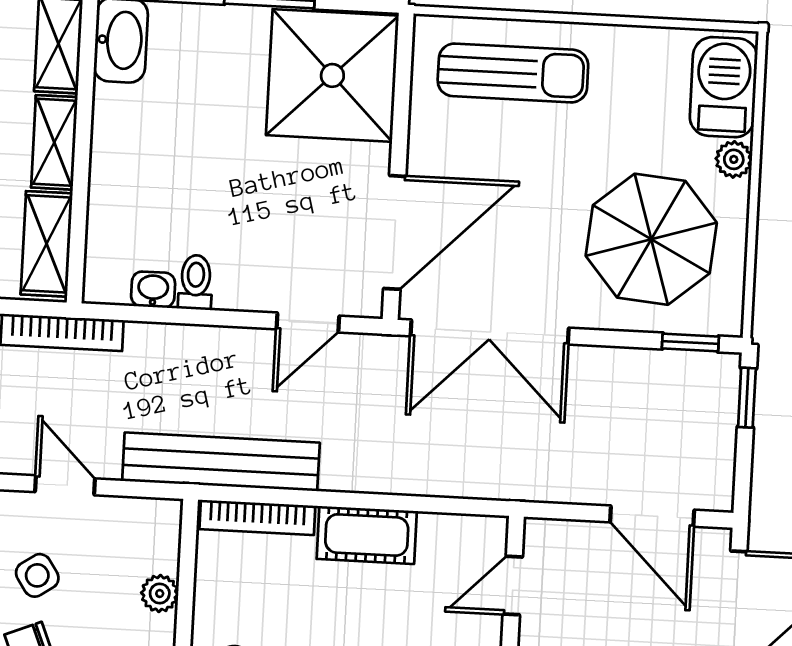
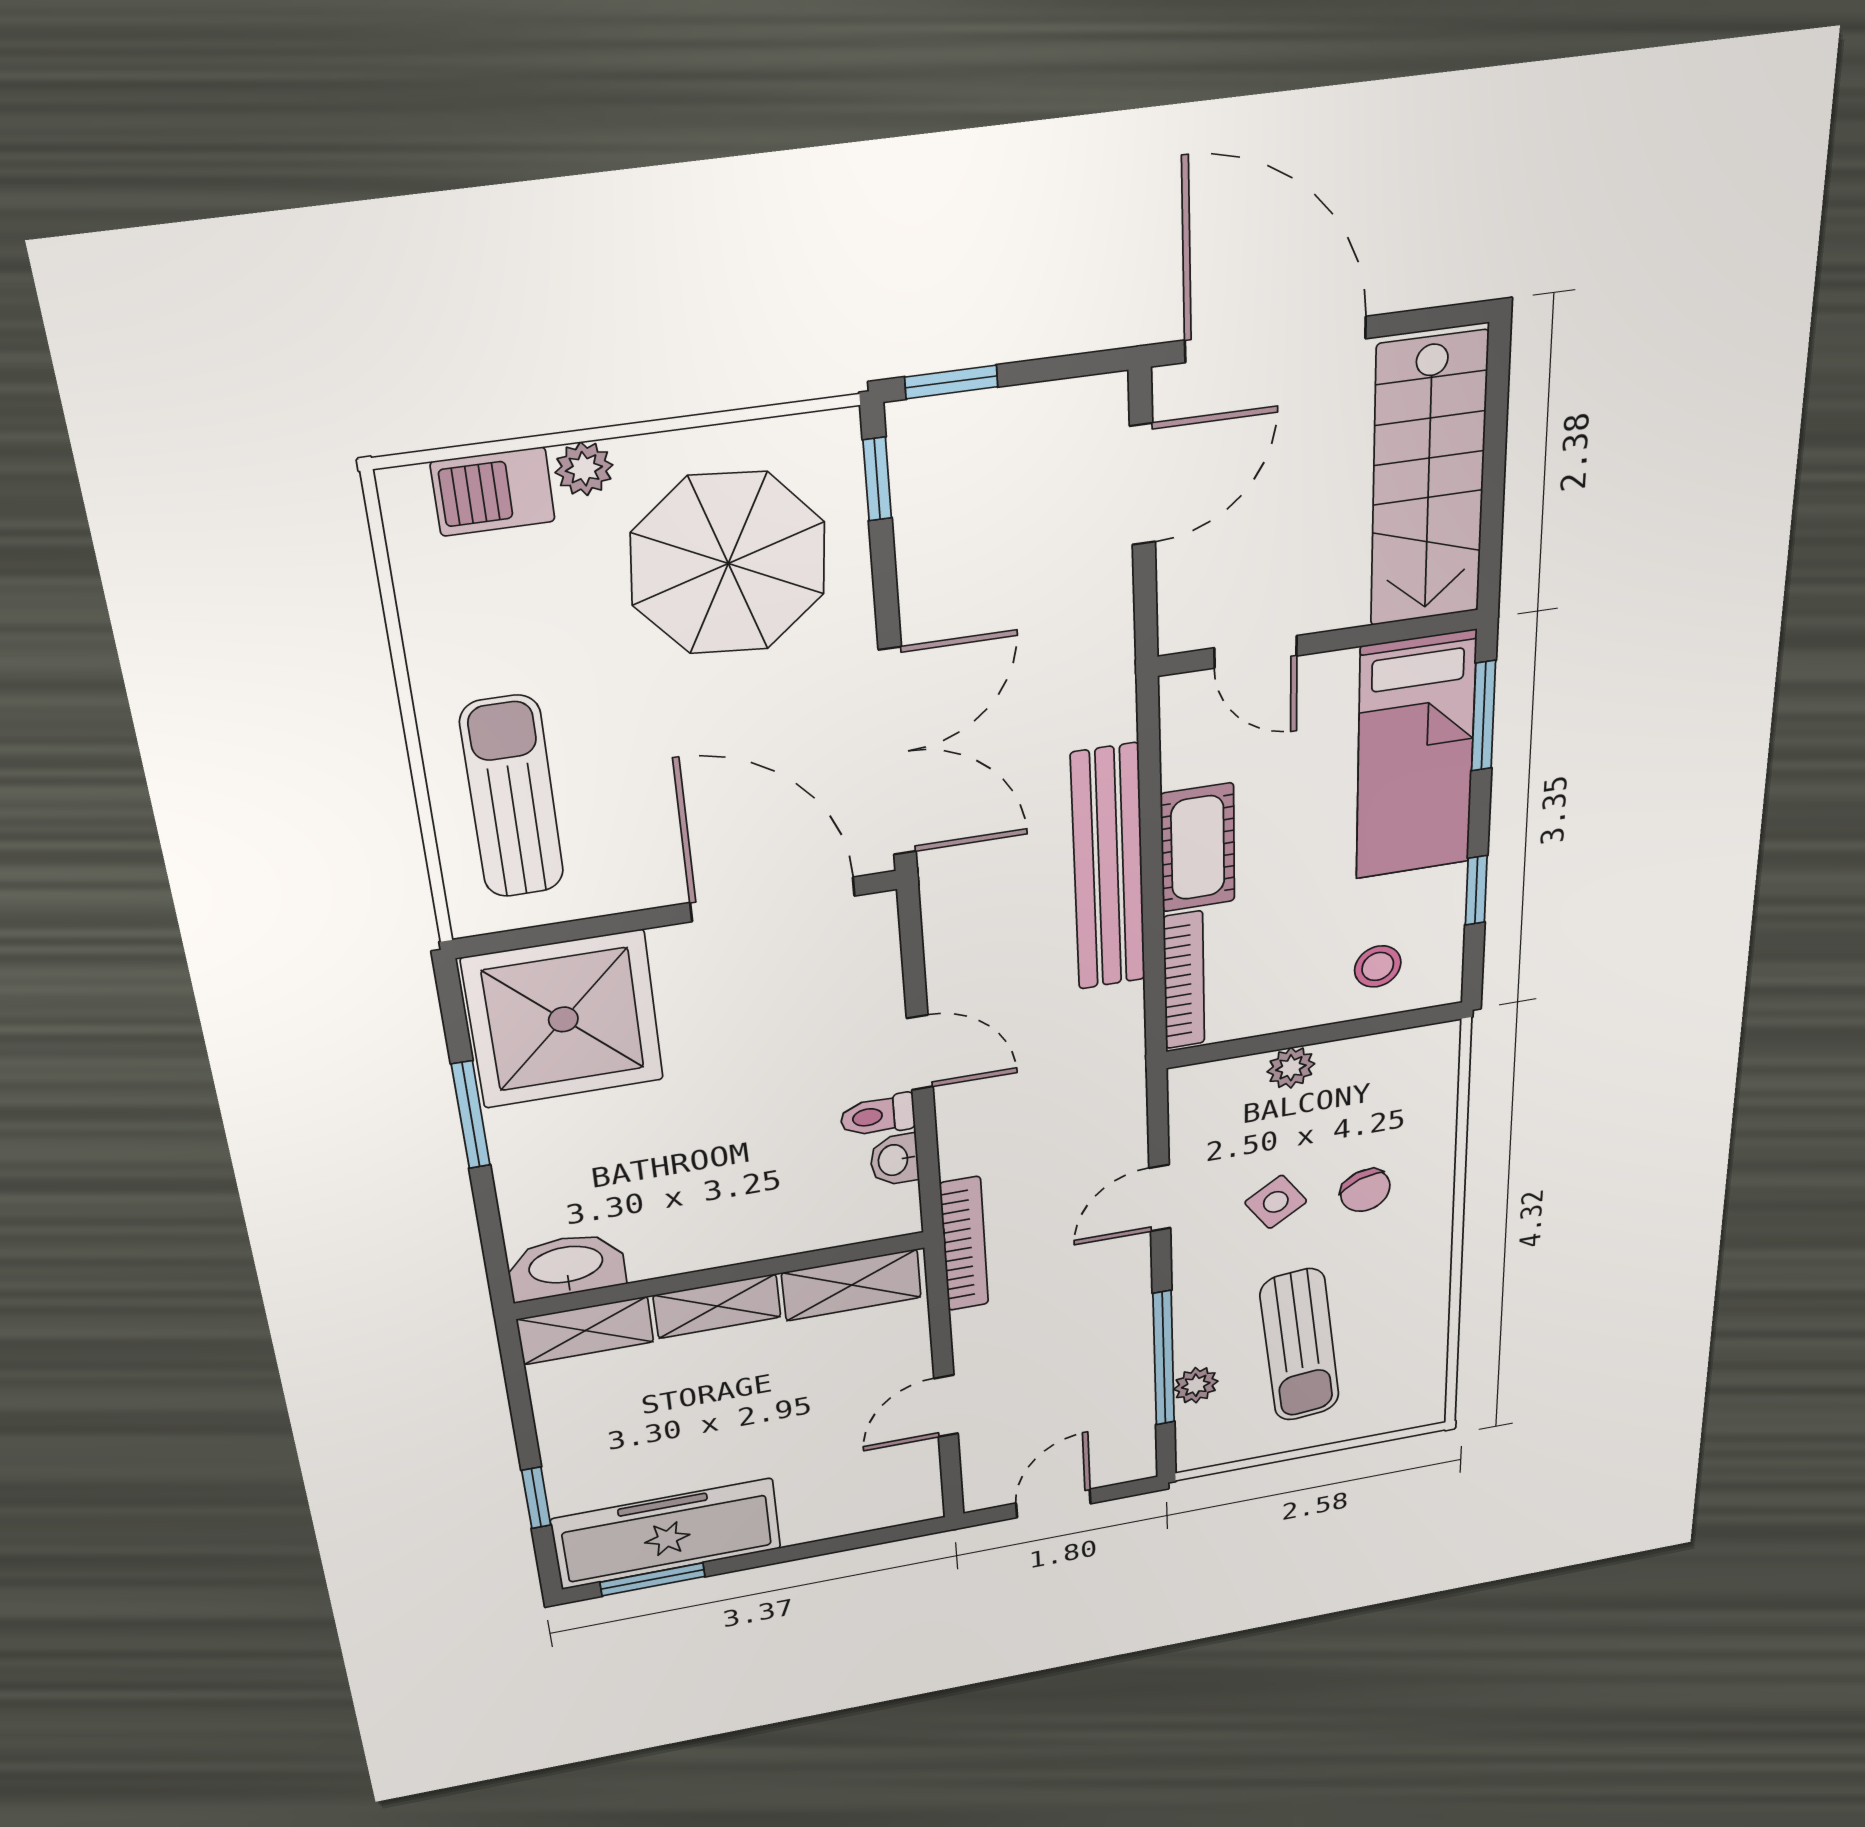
barbecue: (724, 87) -> (493, 492), width x0.73, depth x0.79
door: (308, 322) -> (920, 1053), moved
bench: (221, 462) -> (1108, 868), moved

